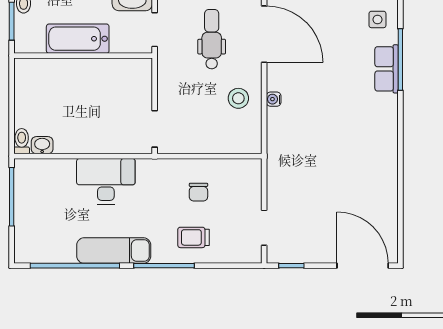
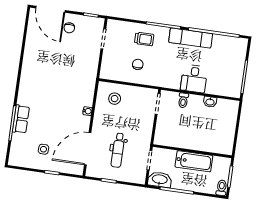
side table: (377, 19) -> (44, 149), moved
door: (264, 34) -> (88, 149), hinge flipped
stool: (238, 98) -> (115, 99), moved
toilet: (22, 141) -> (183, 100), moved
washbasin: (42, 145) -> (210, 102), moved
desk: (106, 181) -> (194, 79), width x0.73
chair: (325, 238) -> (69, 28), added

